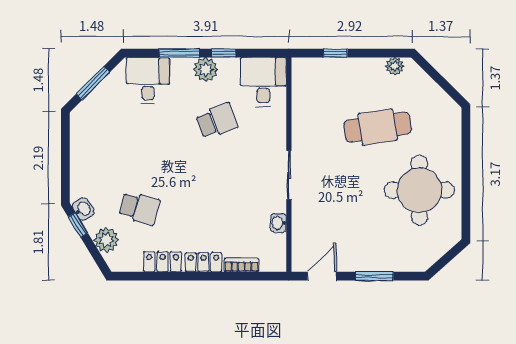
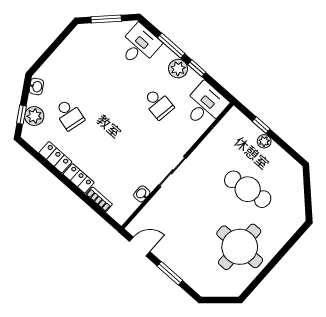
plant: (395, 66) -> (264, 141), moved
school desk: (217, 121) -> (158, 104), turned 30
window: (78, 225) -> (21, 115), moved

